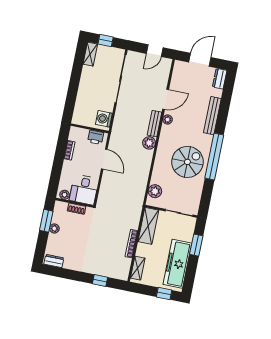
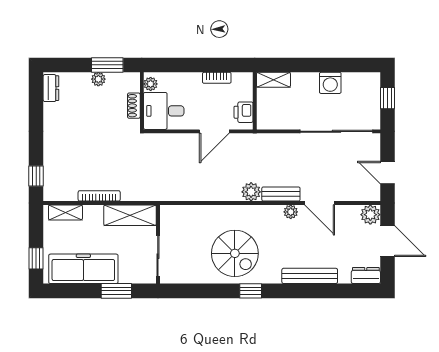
shelving: (90, 54) -> (273, 80), moved
washing machine: (104, 119) -> (330, 83), moved, turned 180
window: (214, 157) -> (251, 291), width x0.32
plant: (155, 191) -> (370, 215), moved
window: (100, 281) -> (36, 176), moved

